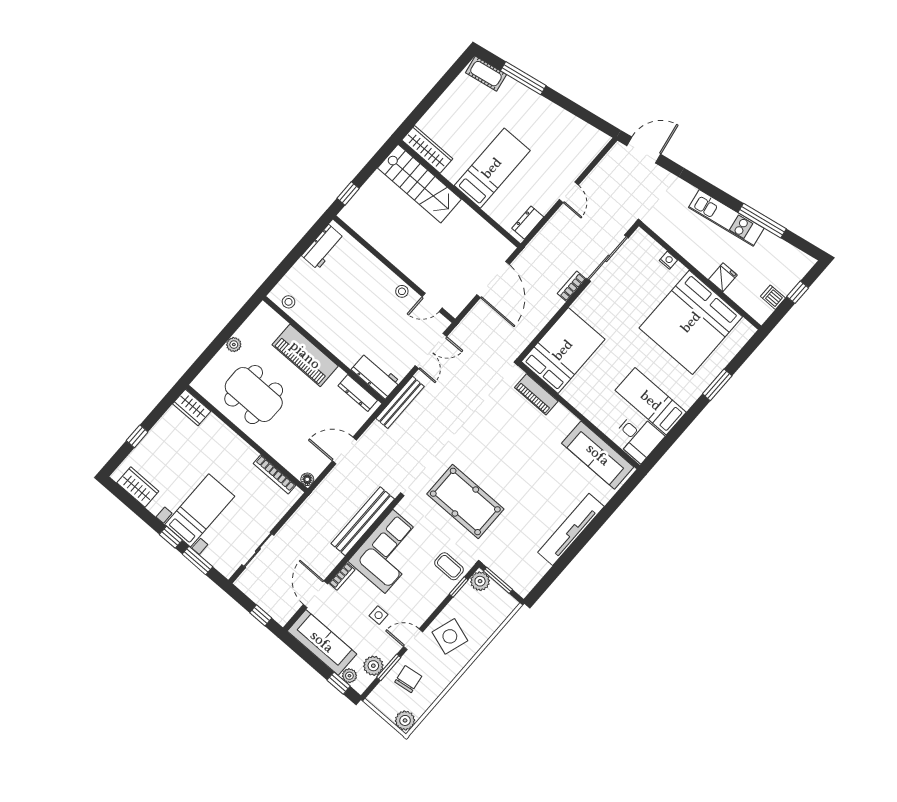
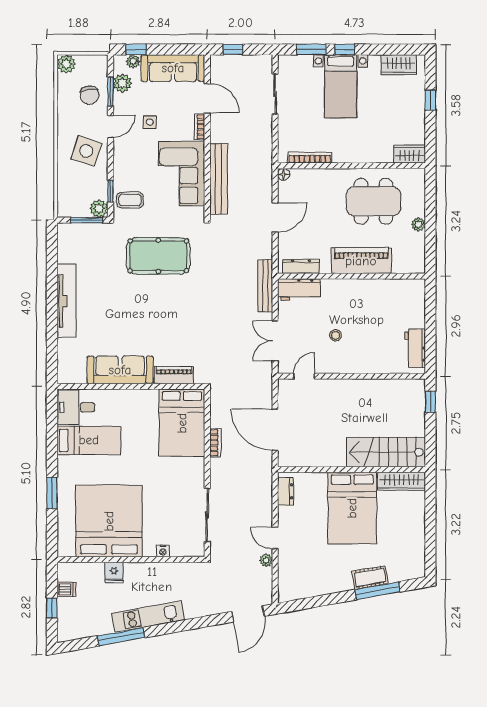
cot: (486, 74) -> (370, 577), moved
bed: (492, 168) -> (352, 508), width x1.50
plant: (592, 181) -> (266, 560), added
bookcase: (572, 286) -> (215, 443), moved
stool: (402, 291) -> (336, 335), moved
stool: (289, 302) -> (406, 288), removed
sofa: (598, 455) -> (120, 370), moved

